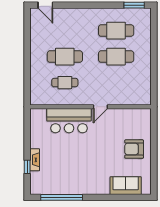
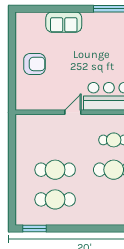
sofa: (126, 186) -> (64, 22), moved

